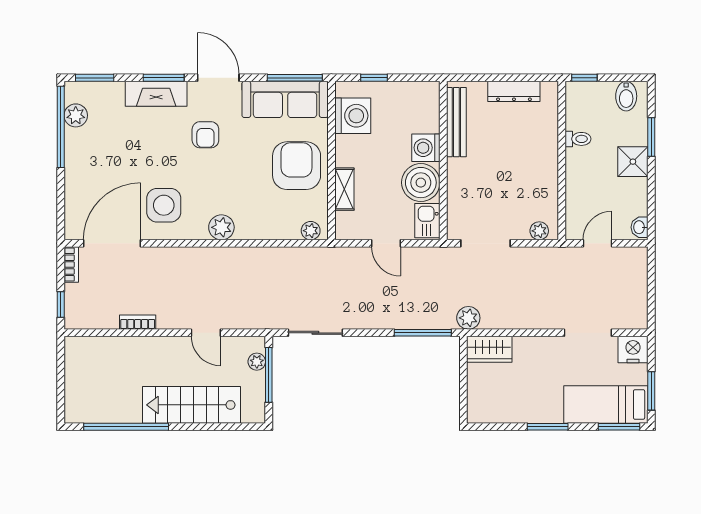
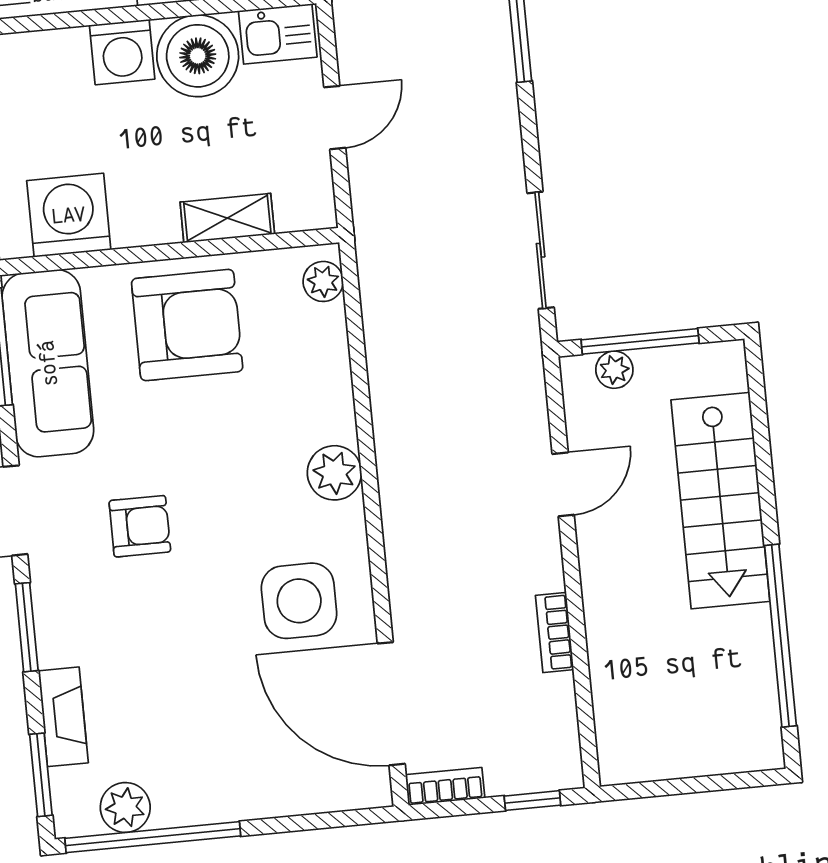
fireplace: (156, 94) -> (63, 717), moved, width x0.73, depth x0.76
armchair: (297, 166) -> (187, 325), turned 180

